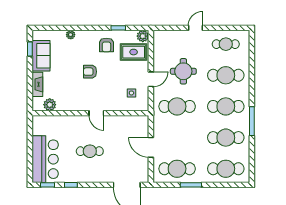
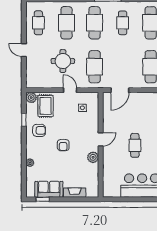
plant: (50, 105) -> (93, 157), moved
cafe table: (226, 138) -> (123, 23), width x0.73, depth x0.74
door: (151, 147) -> (120, 90), moved

